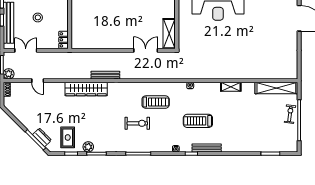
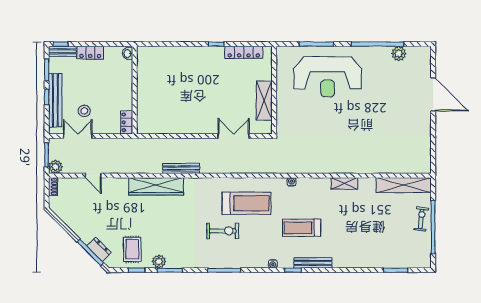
stool: (38, 17) -> (84, 111), moved
shelving: (169, 34) -> (264, 101), moved
treadmill: (156, 102) -> (247, 203), width x1.37, depth x1.38

